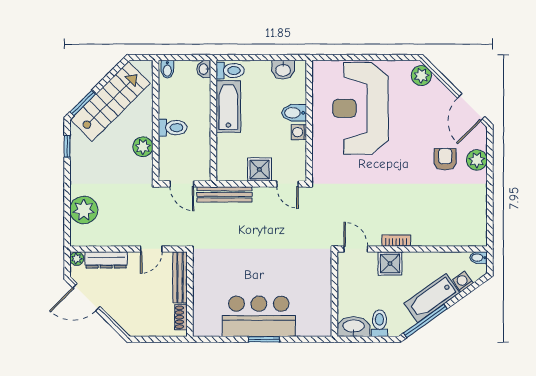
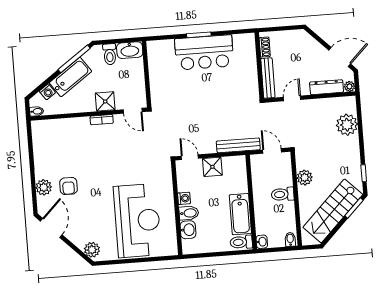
washbasin: (283, 70) -> (188, 230), moved, turned 90

